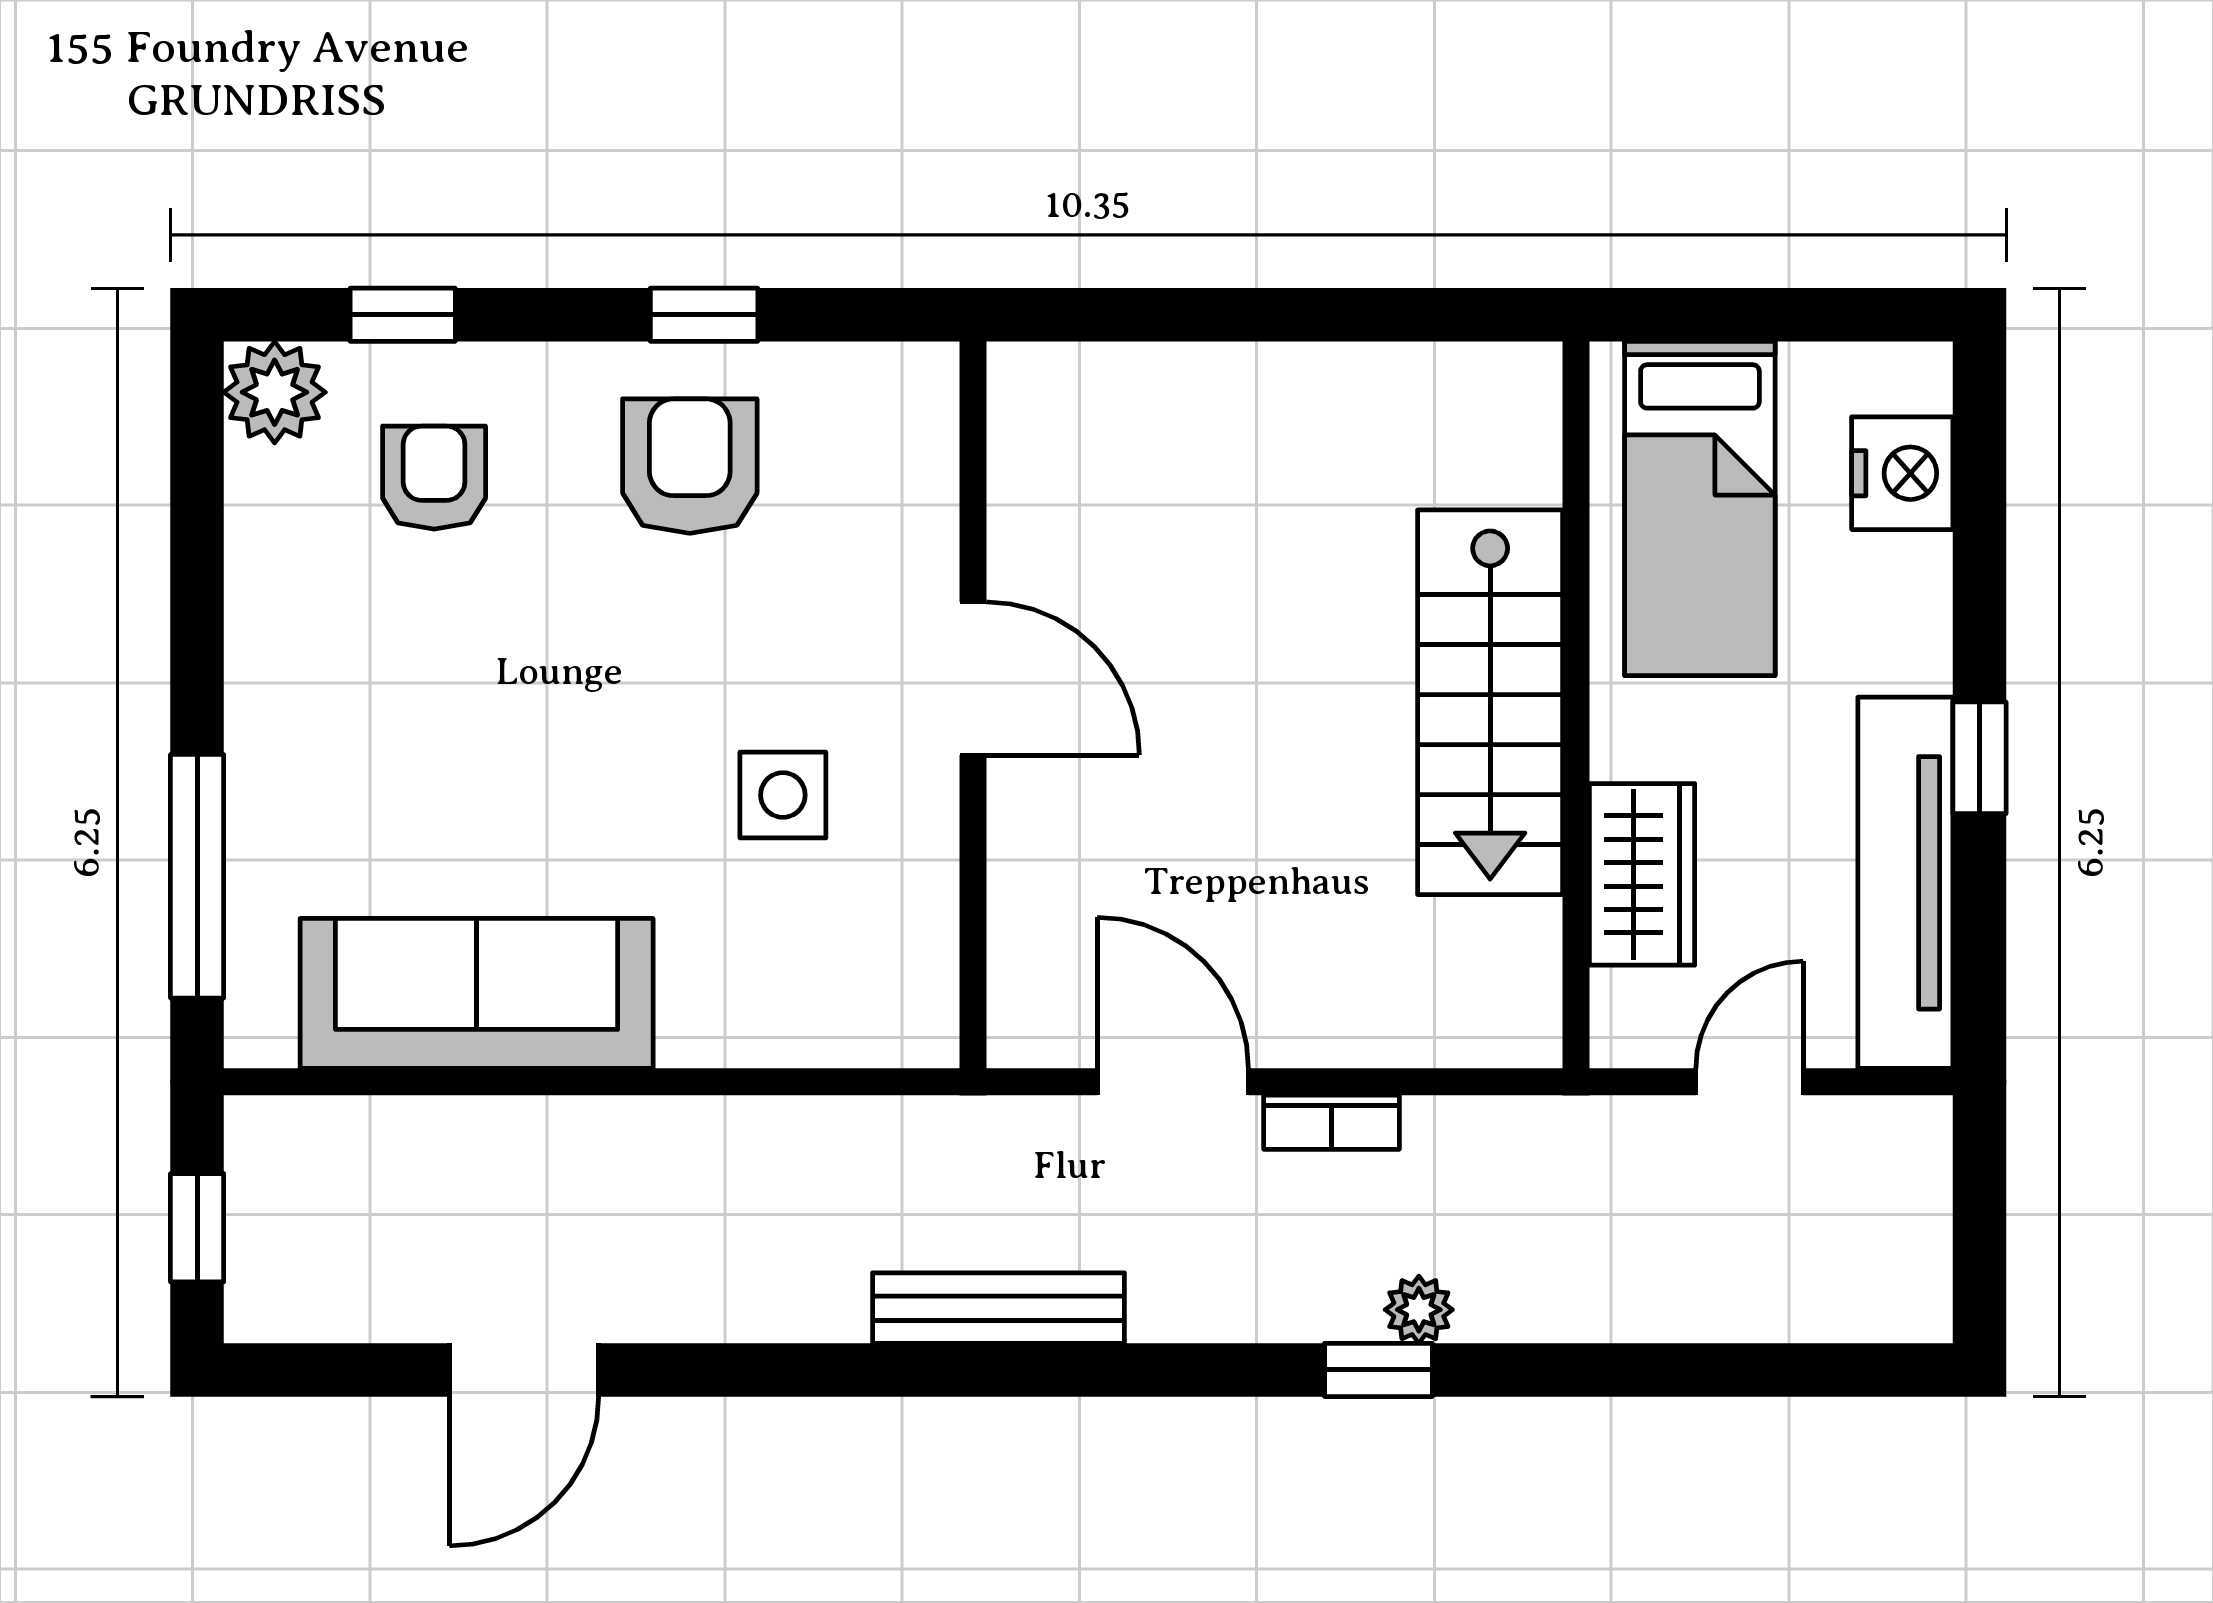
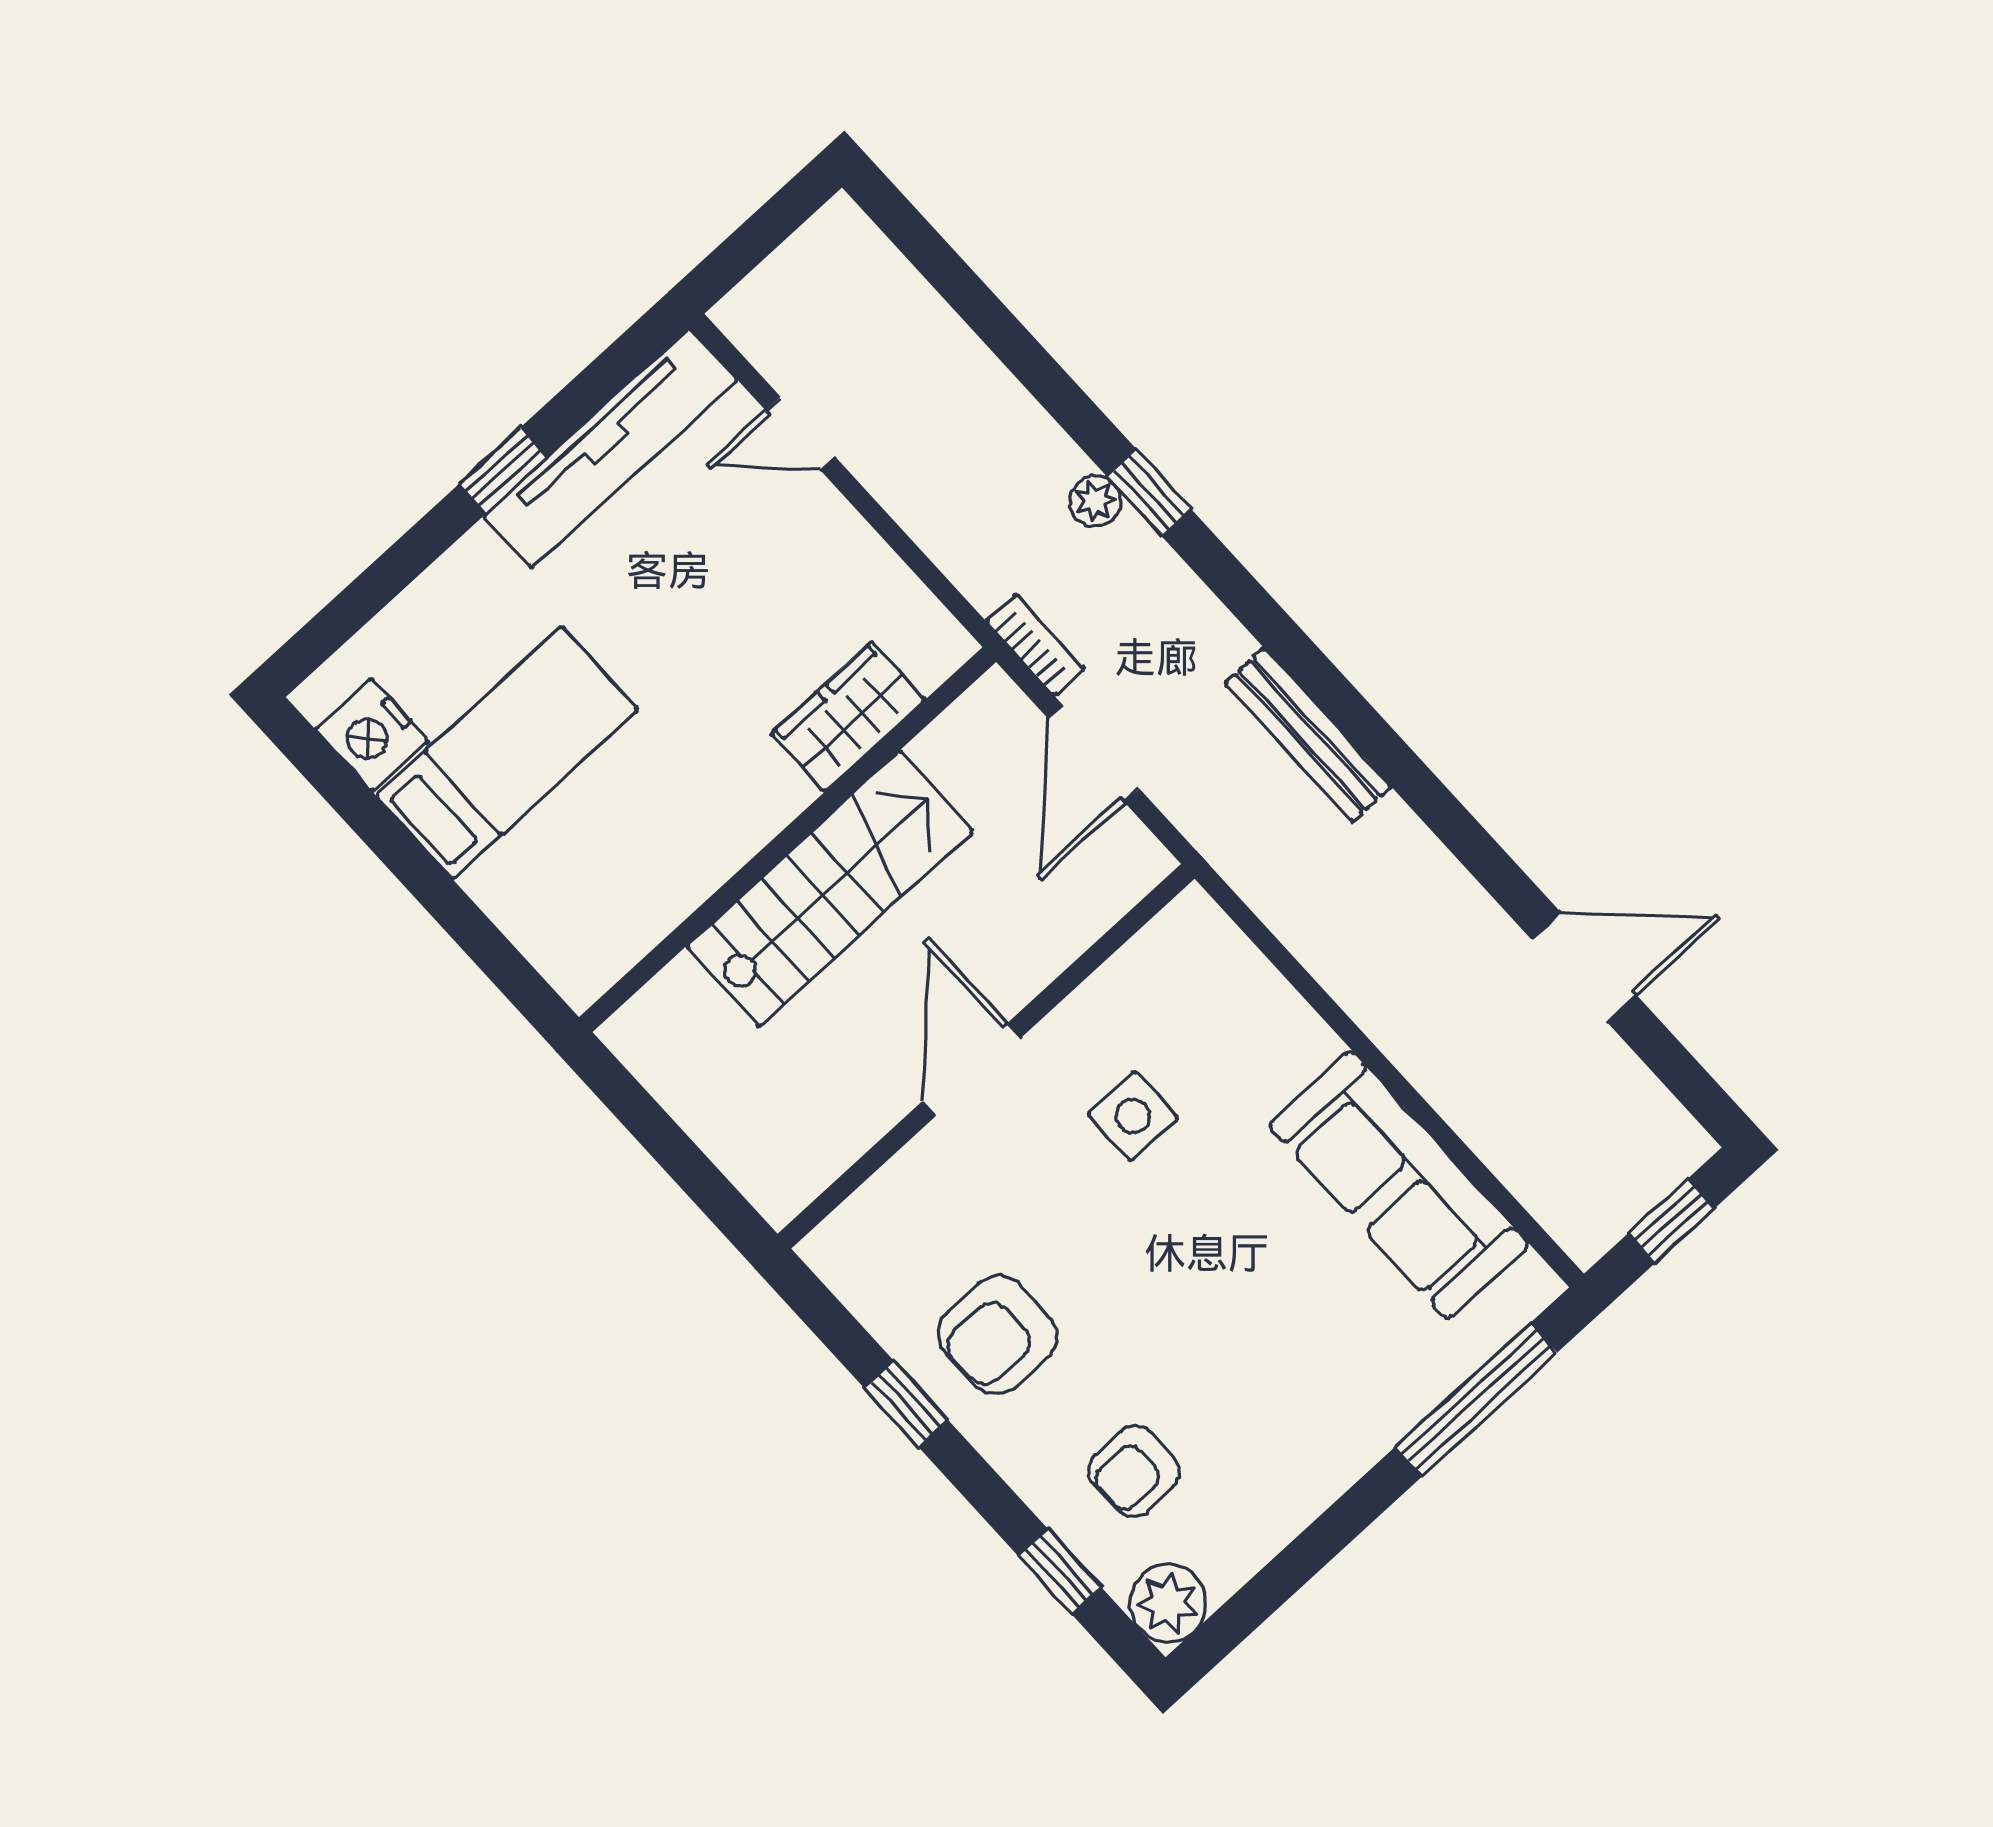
nightstand: (1902, 473) -> (372, 735), moved, turned -90
stairs: (1490, 702) -> (830, 889), moved
wall: (1576, 705) -> (788, 840), moved
wardrobe: (1642, 874) -> (848, 717), moved

